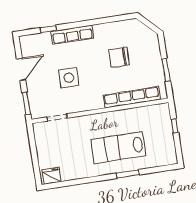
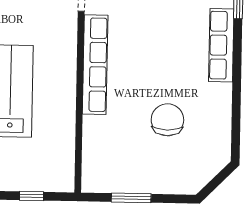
side table: (69, 78) -> (147, 26), removed
row of seats: (132, 97) -> (95, 65), moved

